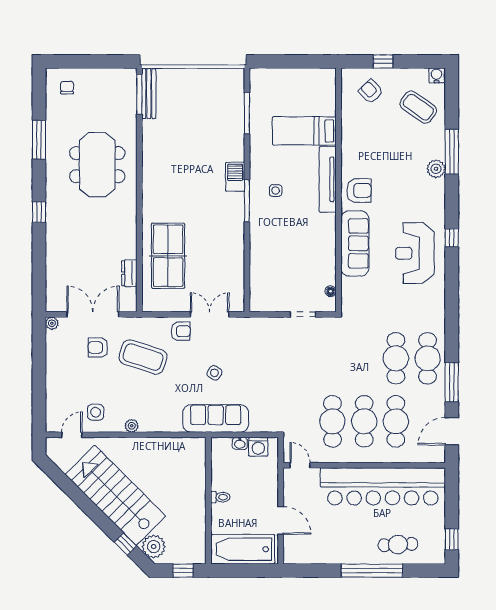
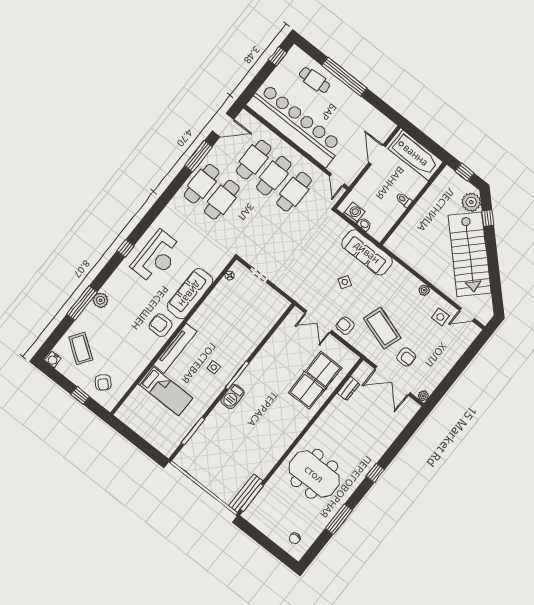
meeting table: (97, 165) -> (314, 474), turned 90

